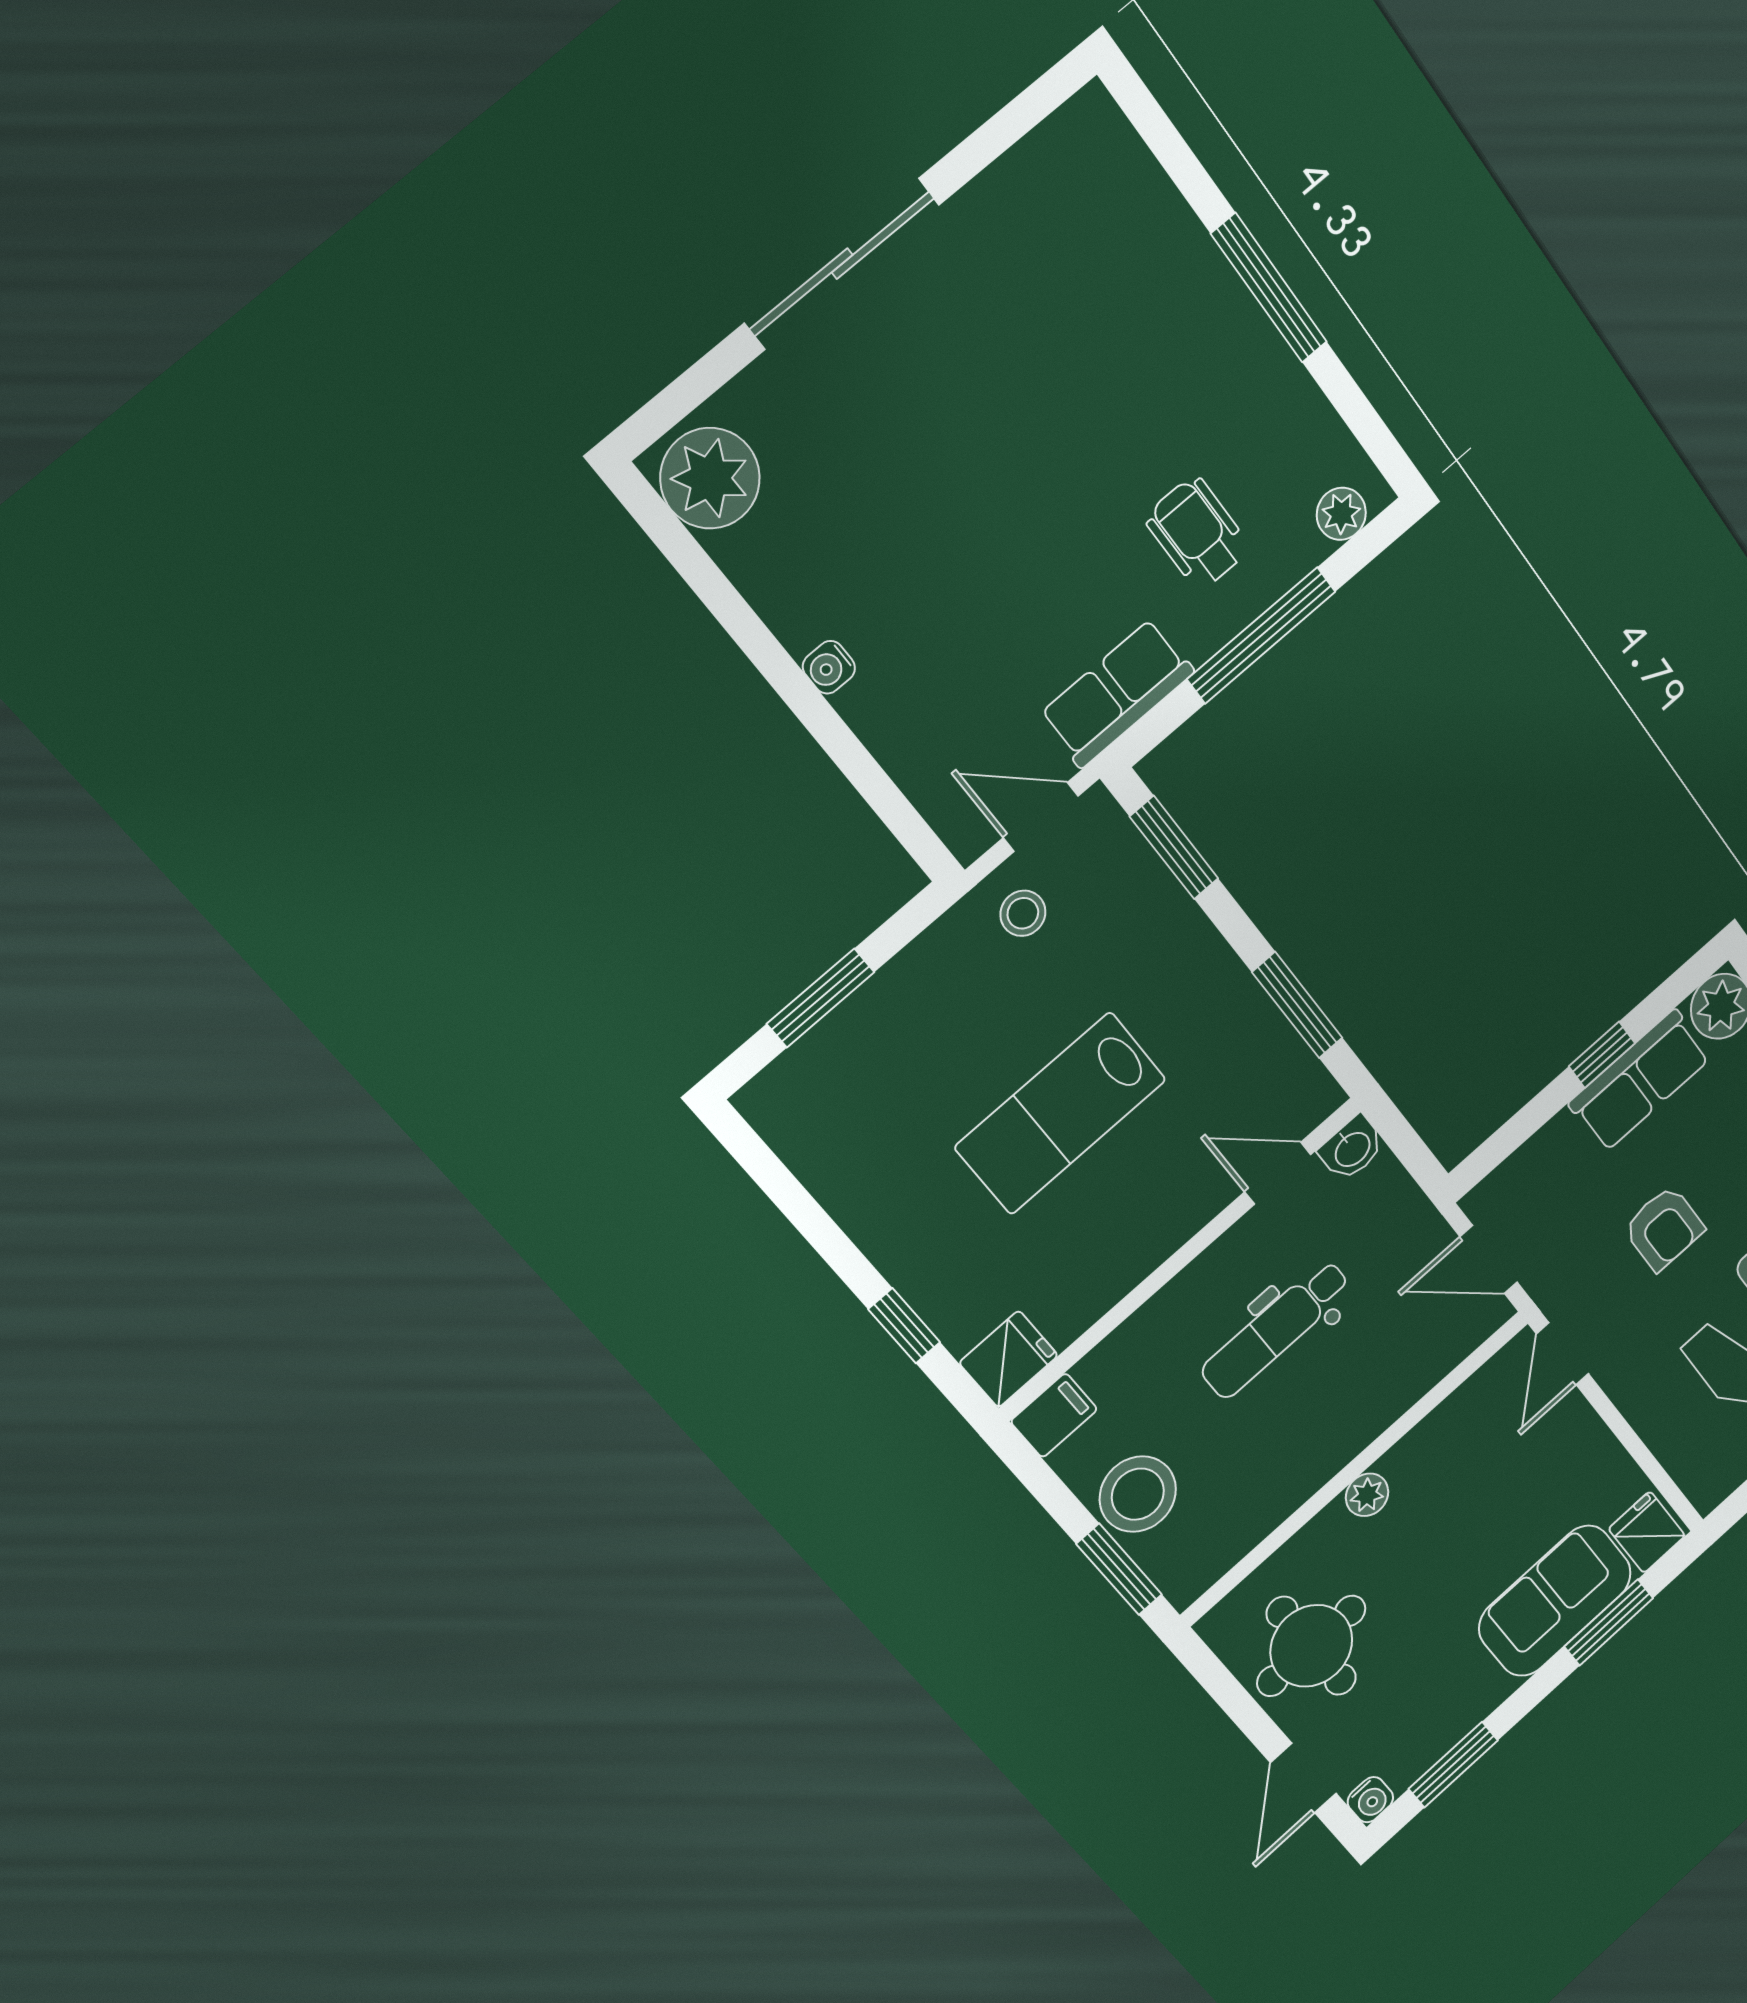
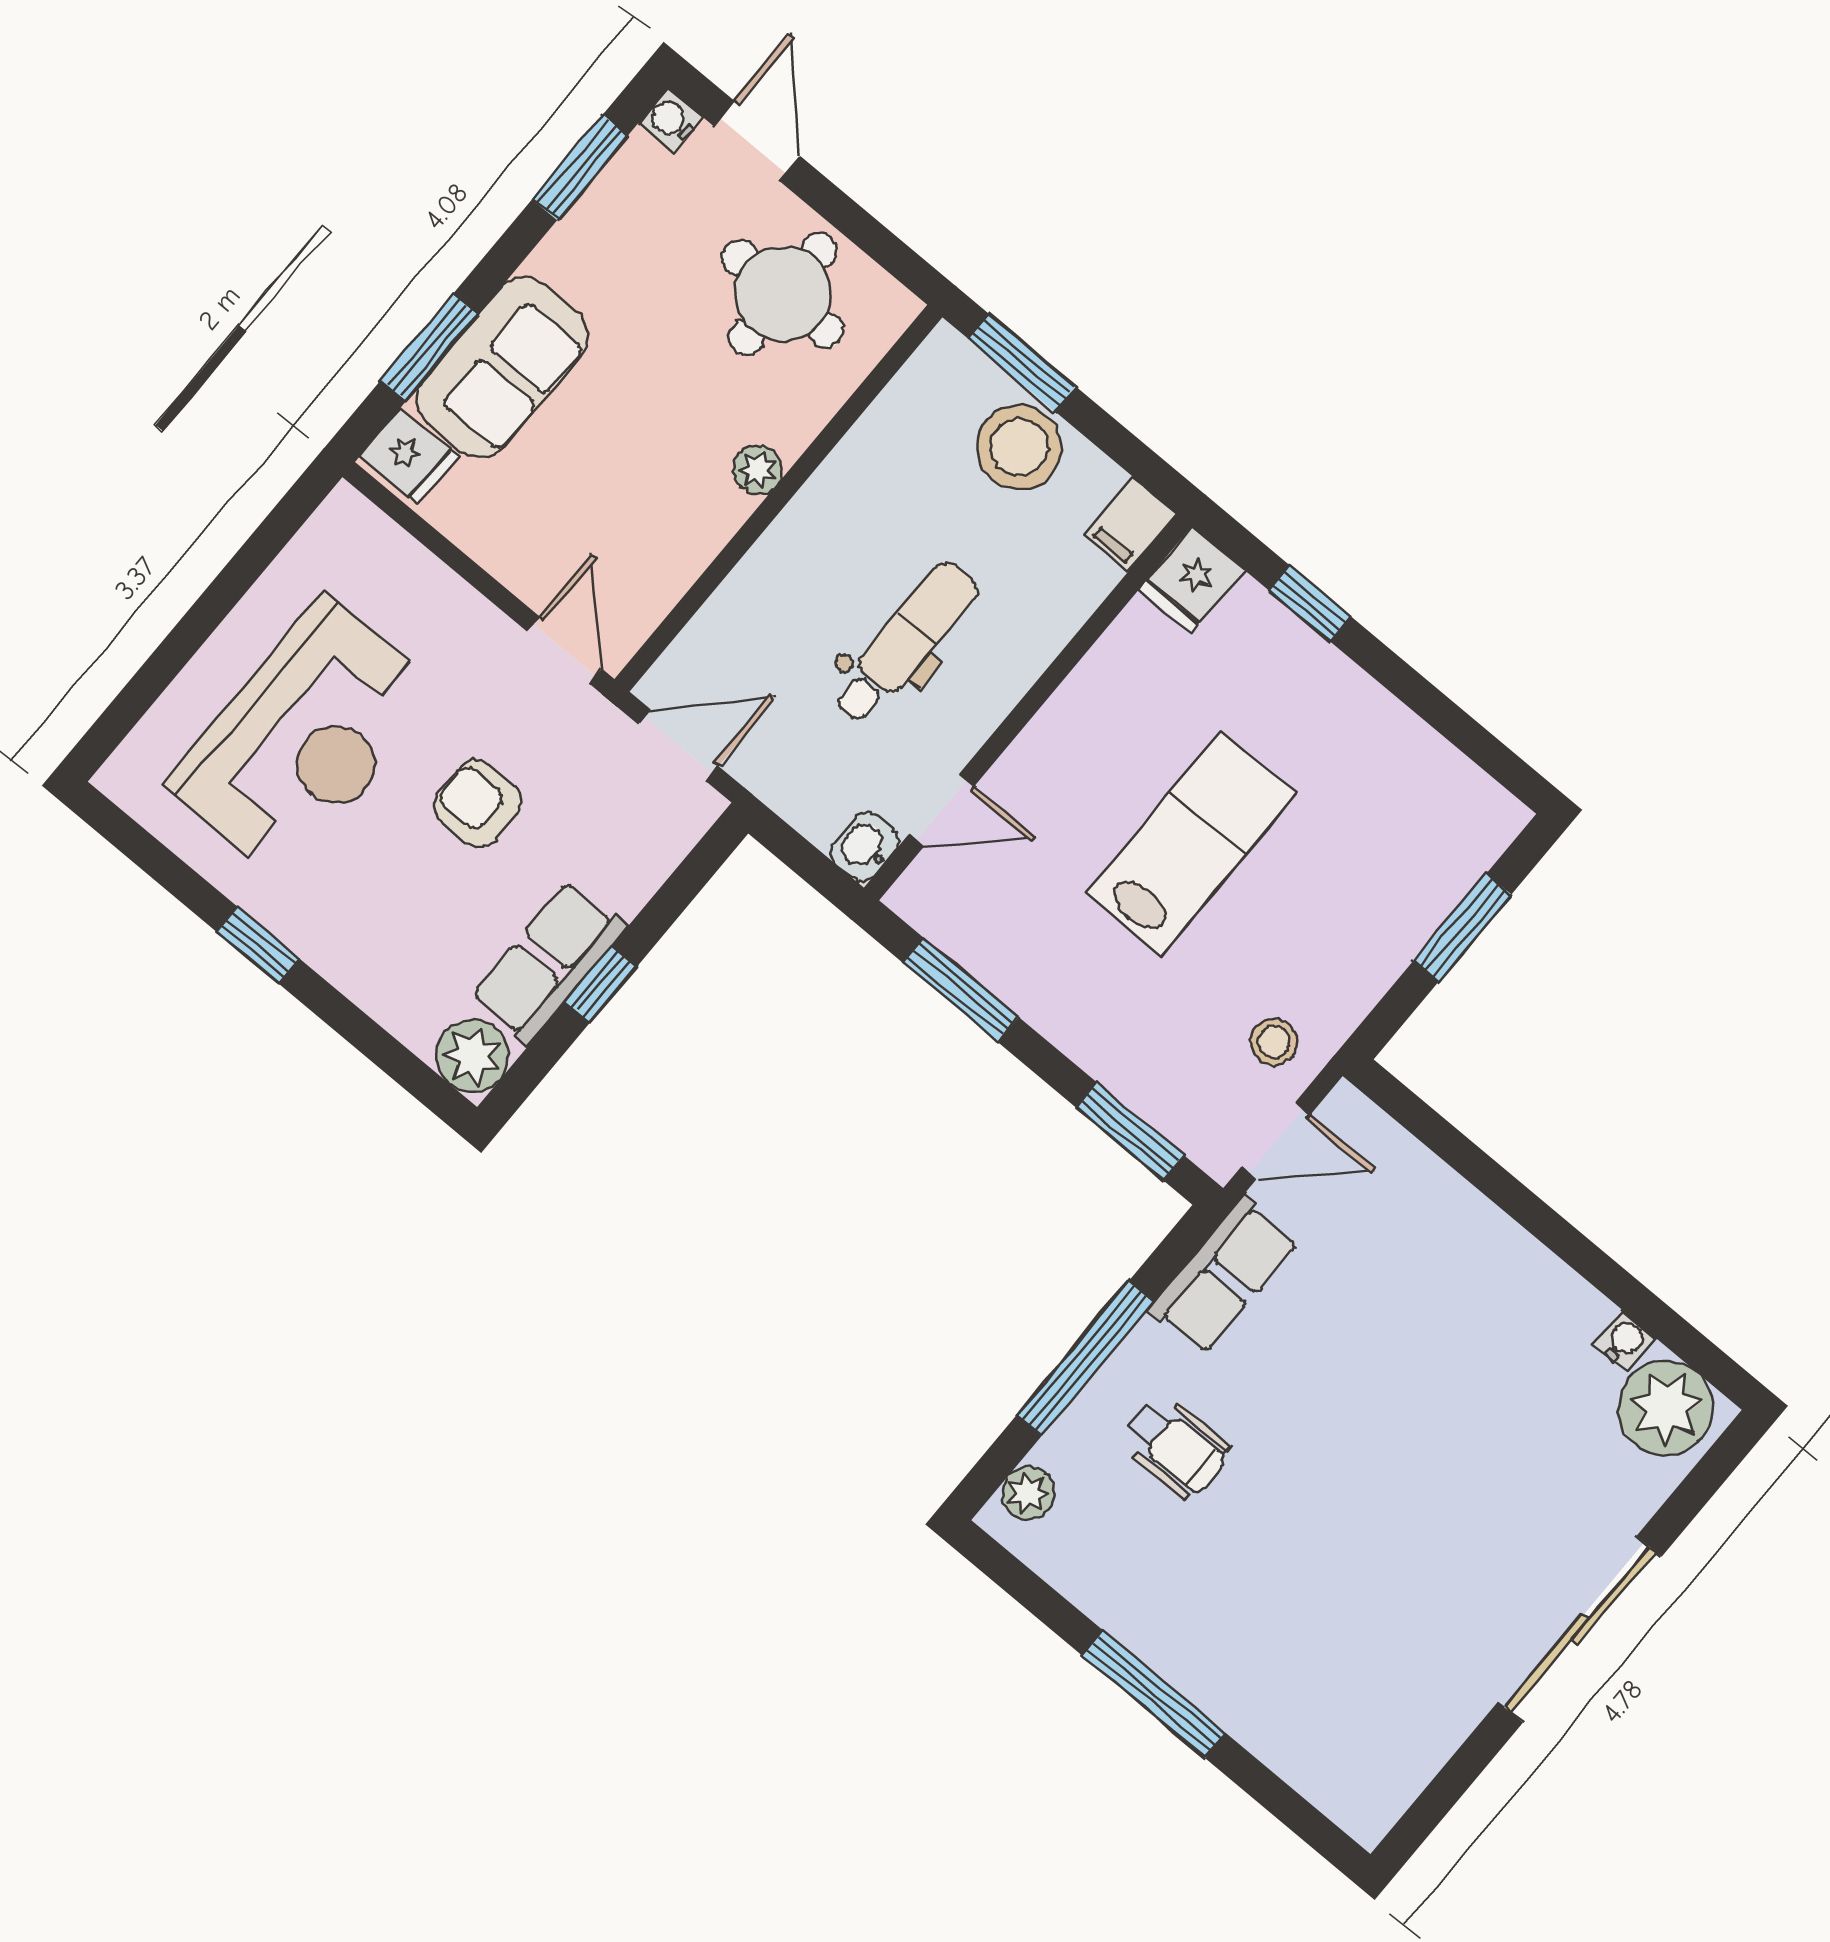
water cooler: (829, 667) -> (1625, 1341), moved

